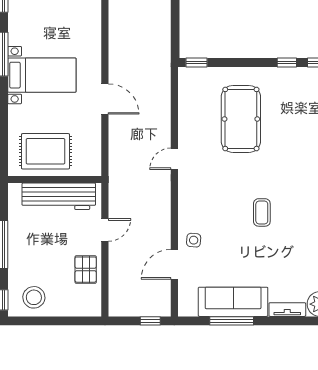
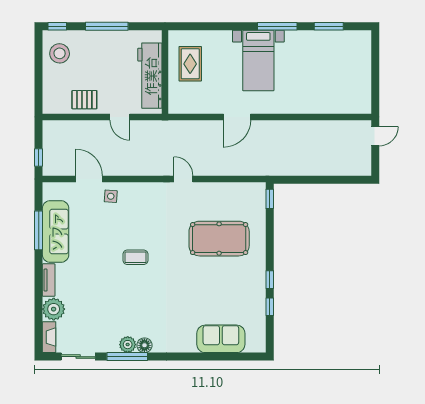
rug: (45, 151) -> (190, 64), width x0.73, depth x0.70

